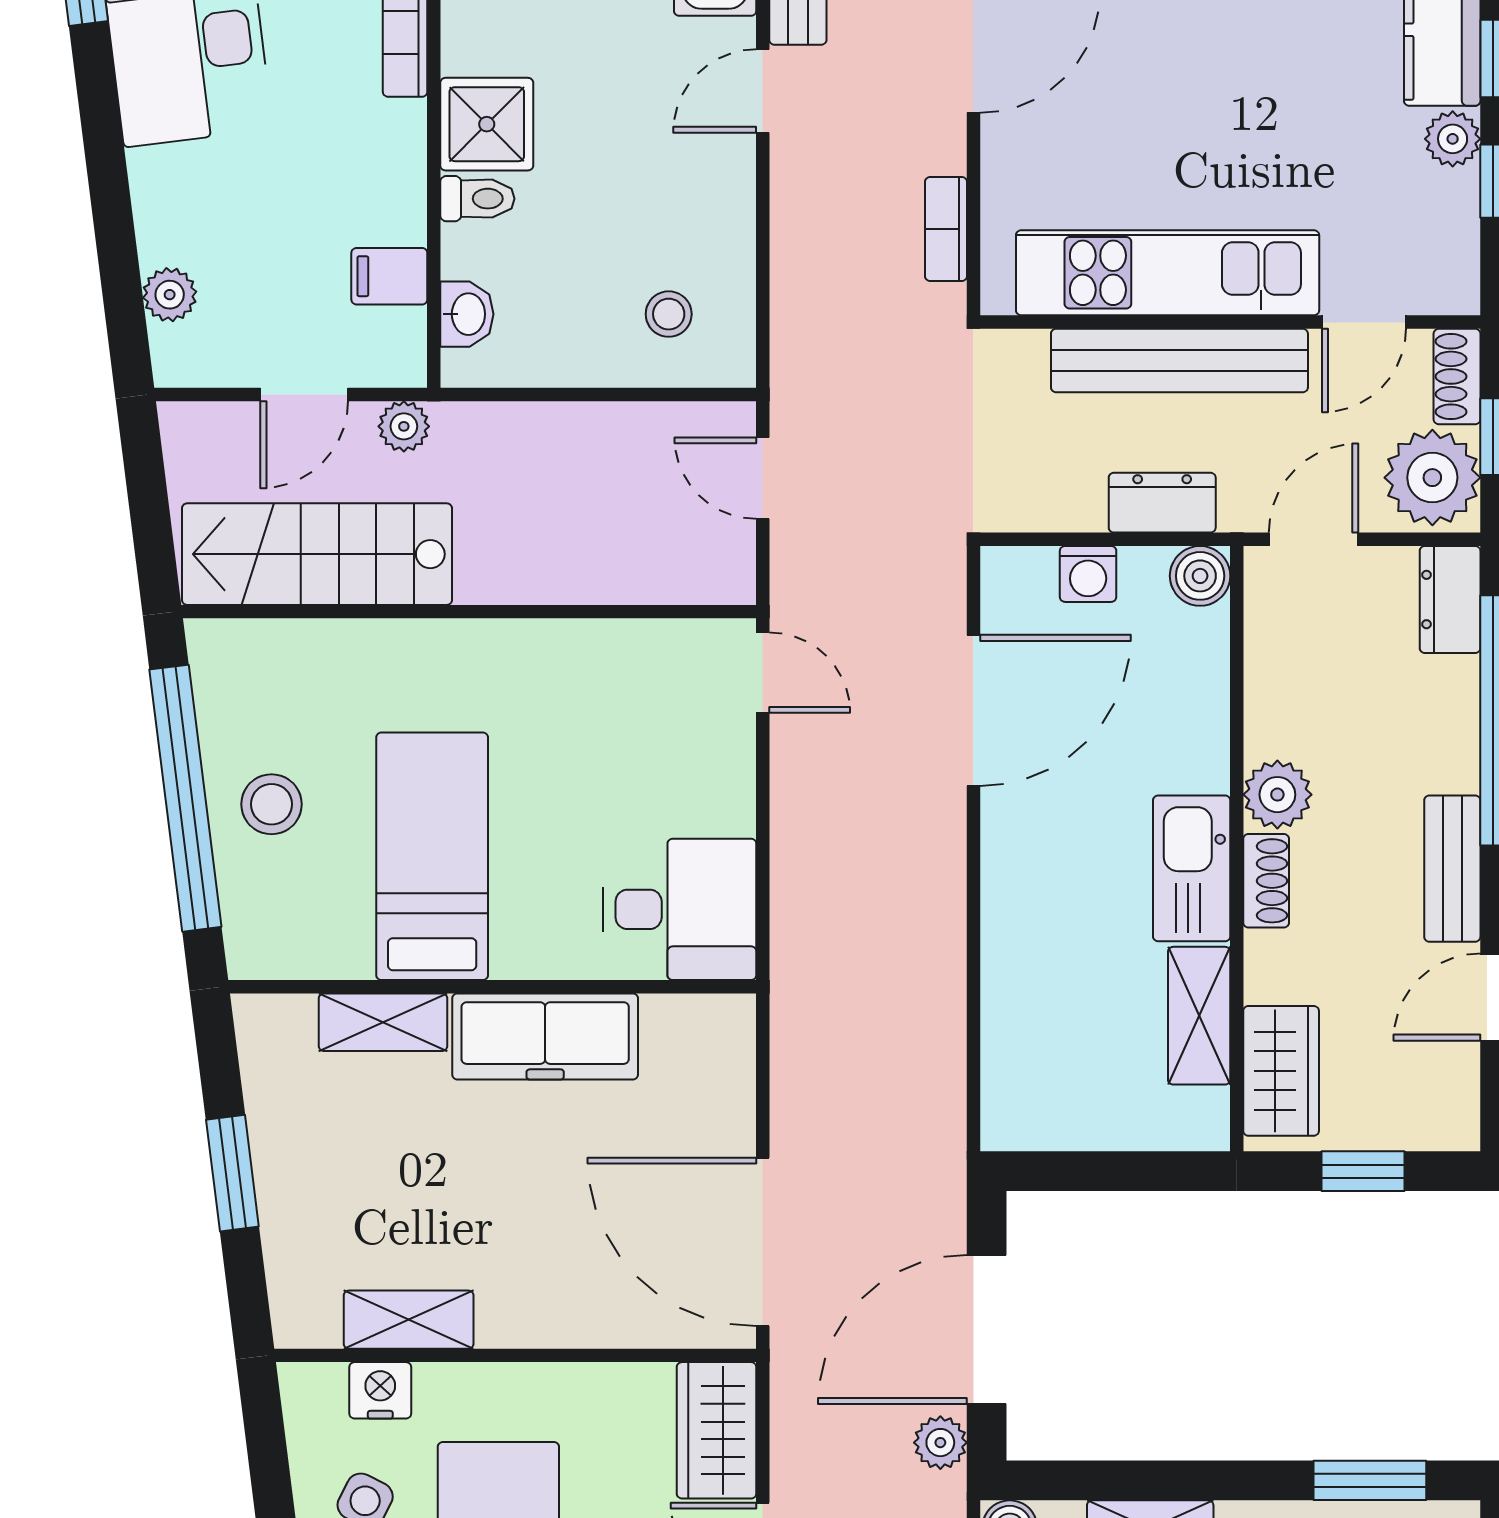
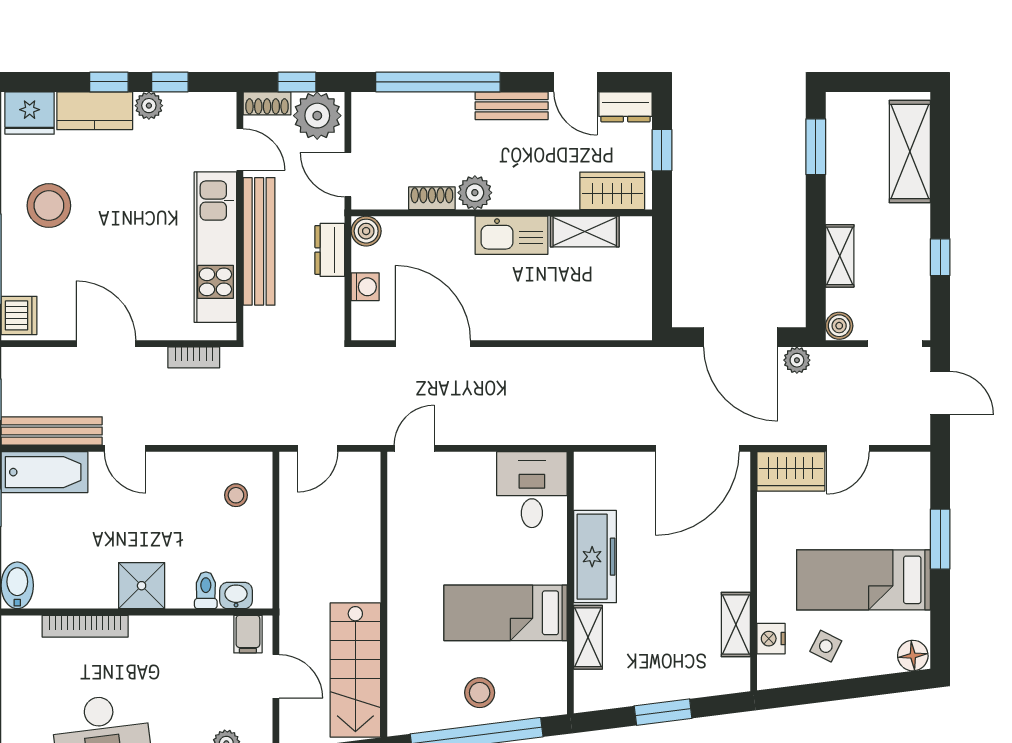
toilet: (477, 199) -> (206, 590), moved
filing cabinet: (389, 276) -> (248, 634), moved
plant: (404, 426) -> (292, 627), removed
dresser: (1450, 600) -> (625, 107), moved
shoe rack: (1266, 881) -> (432, 198), moved

